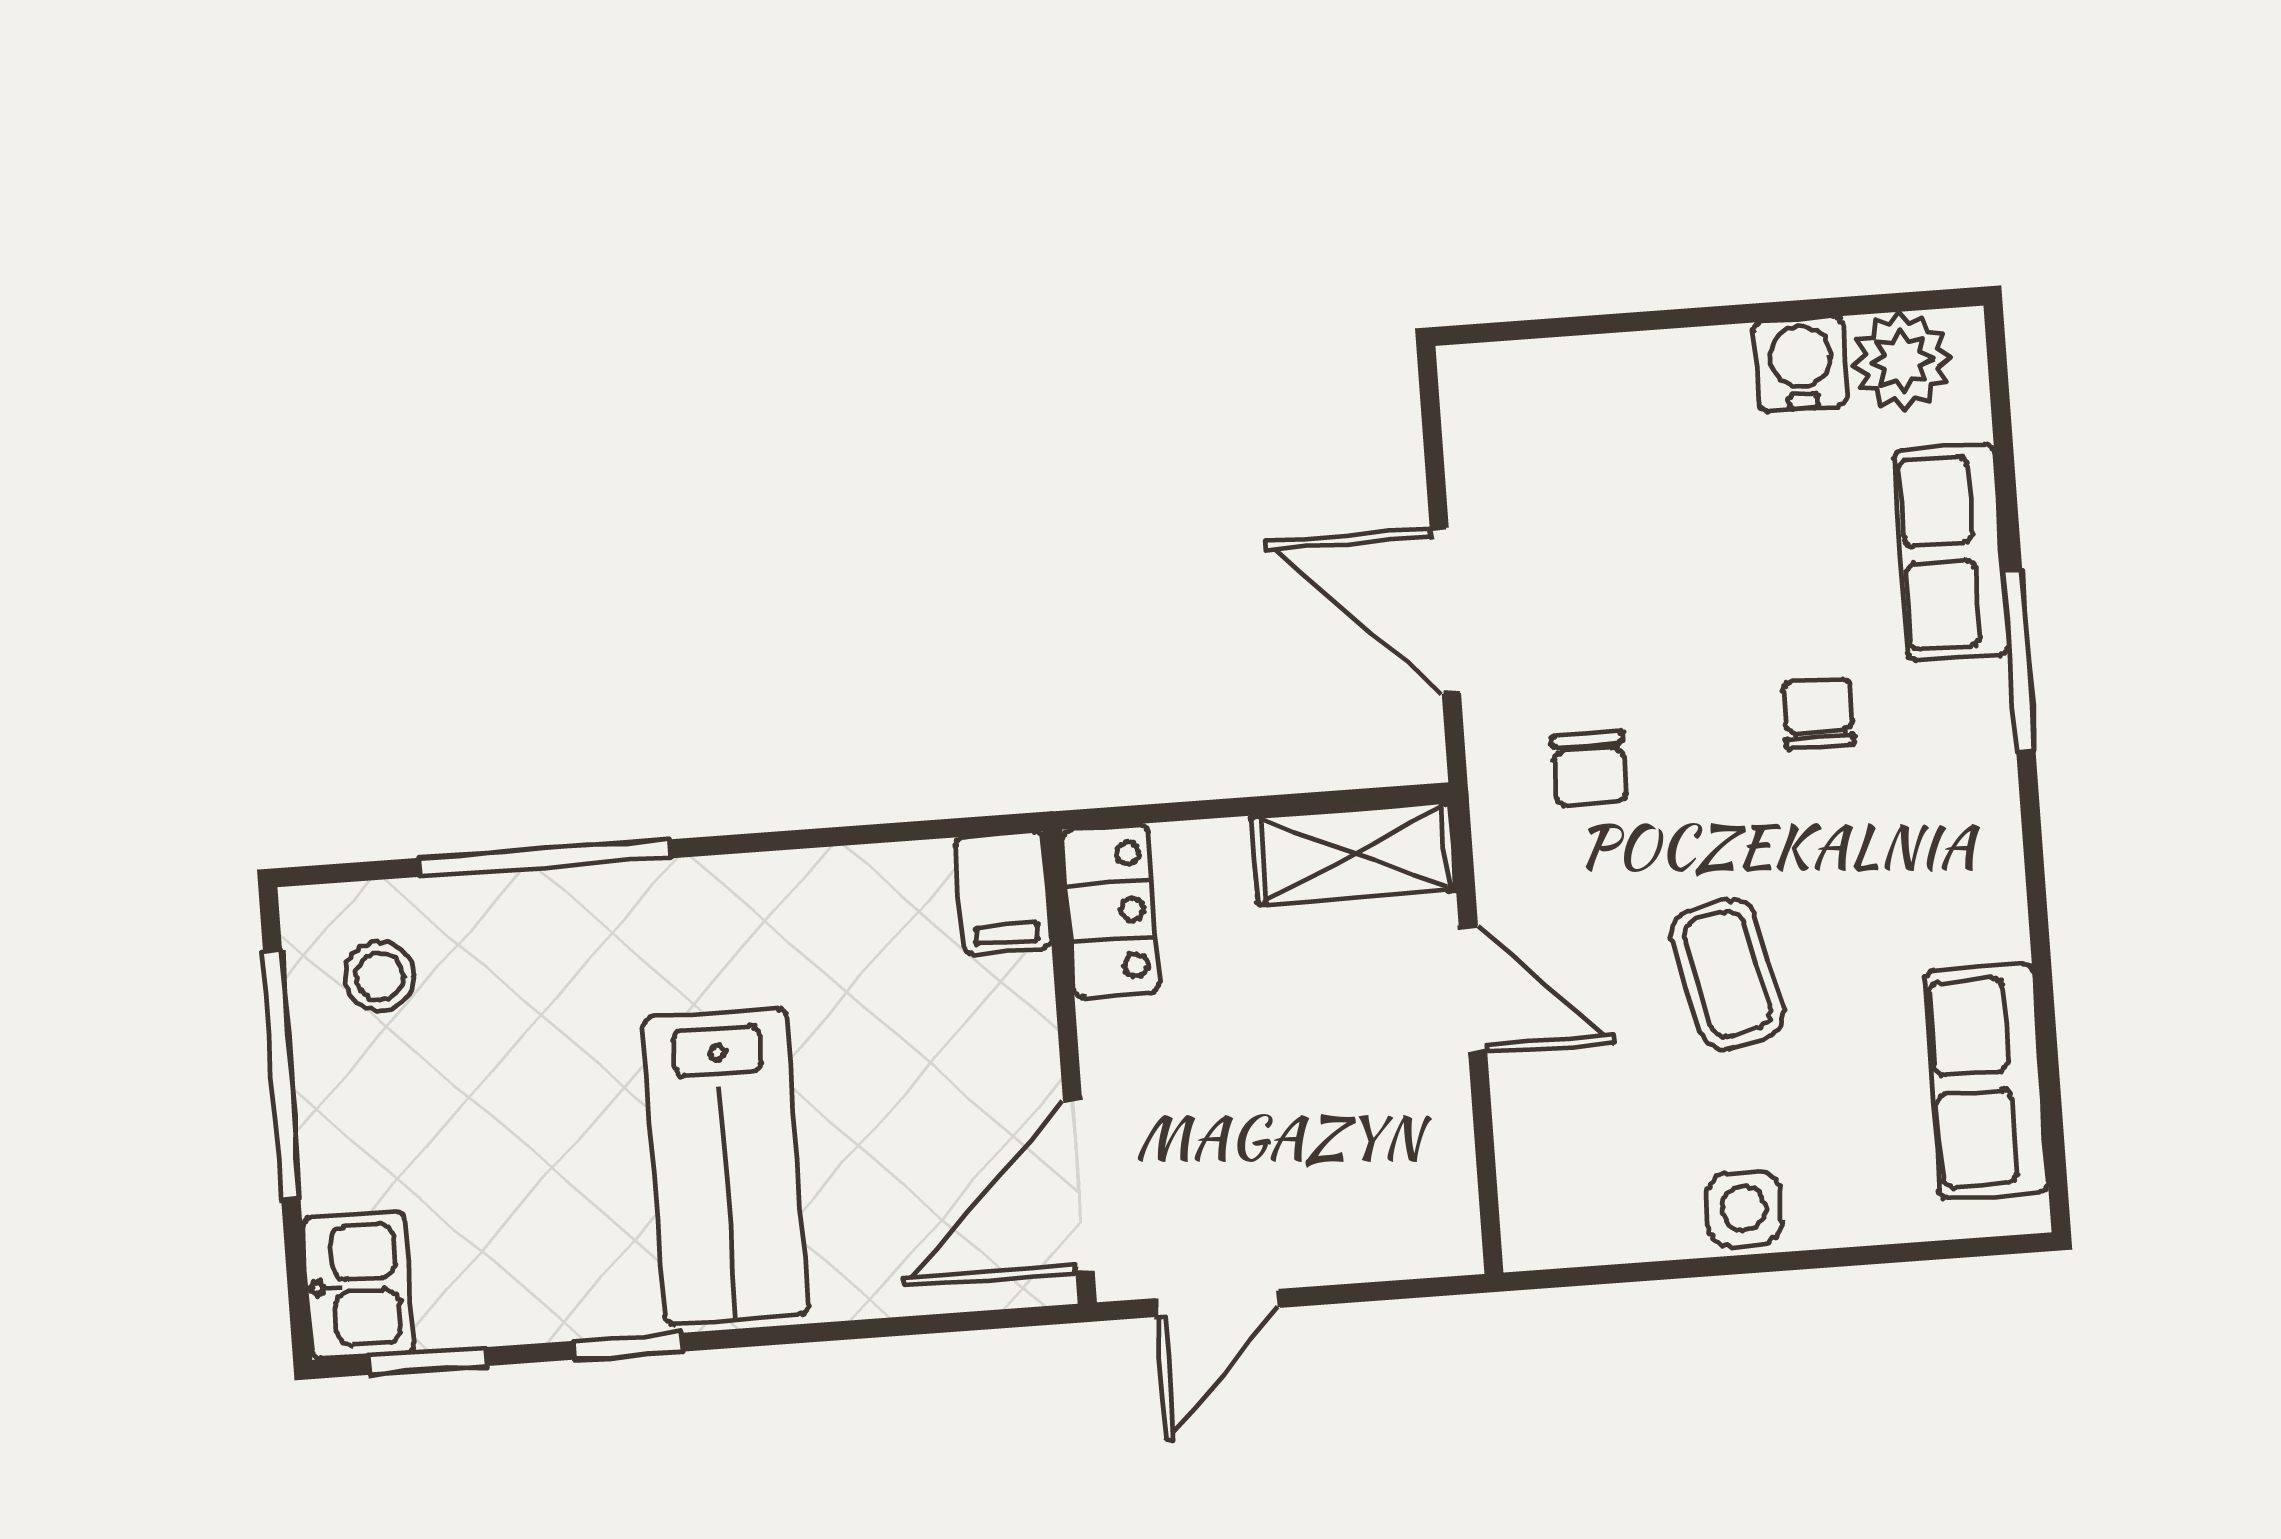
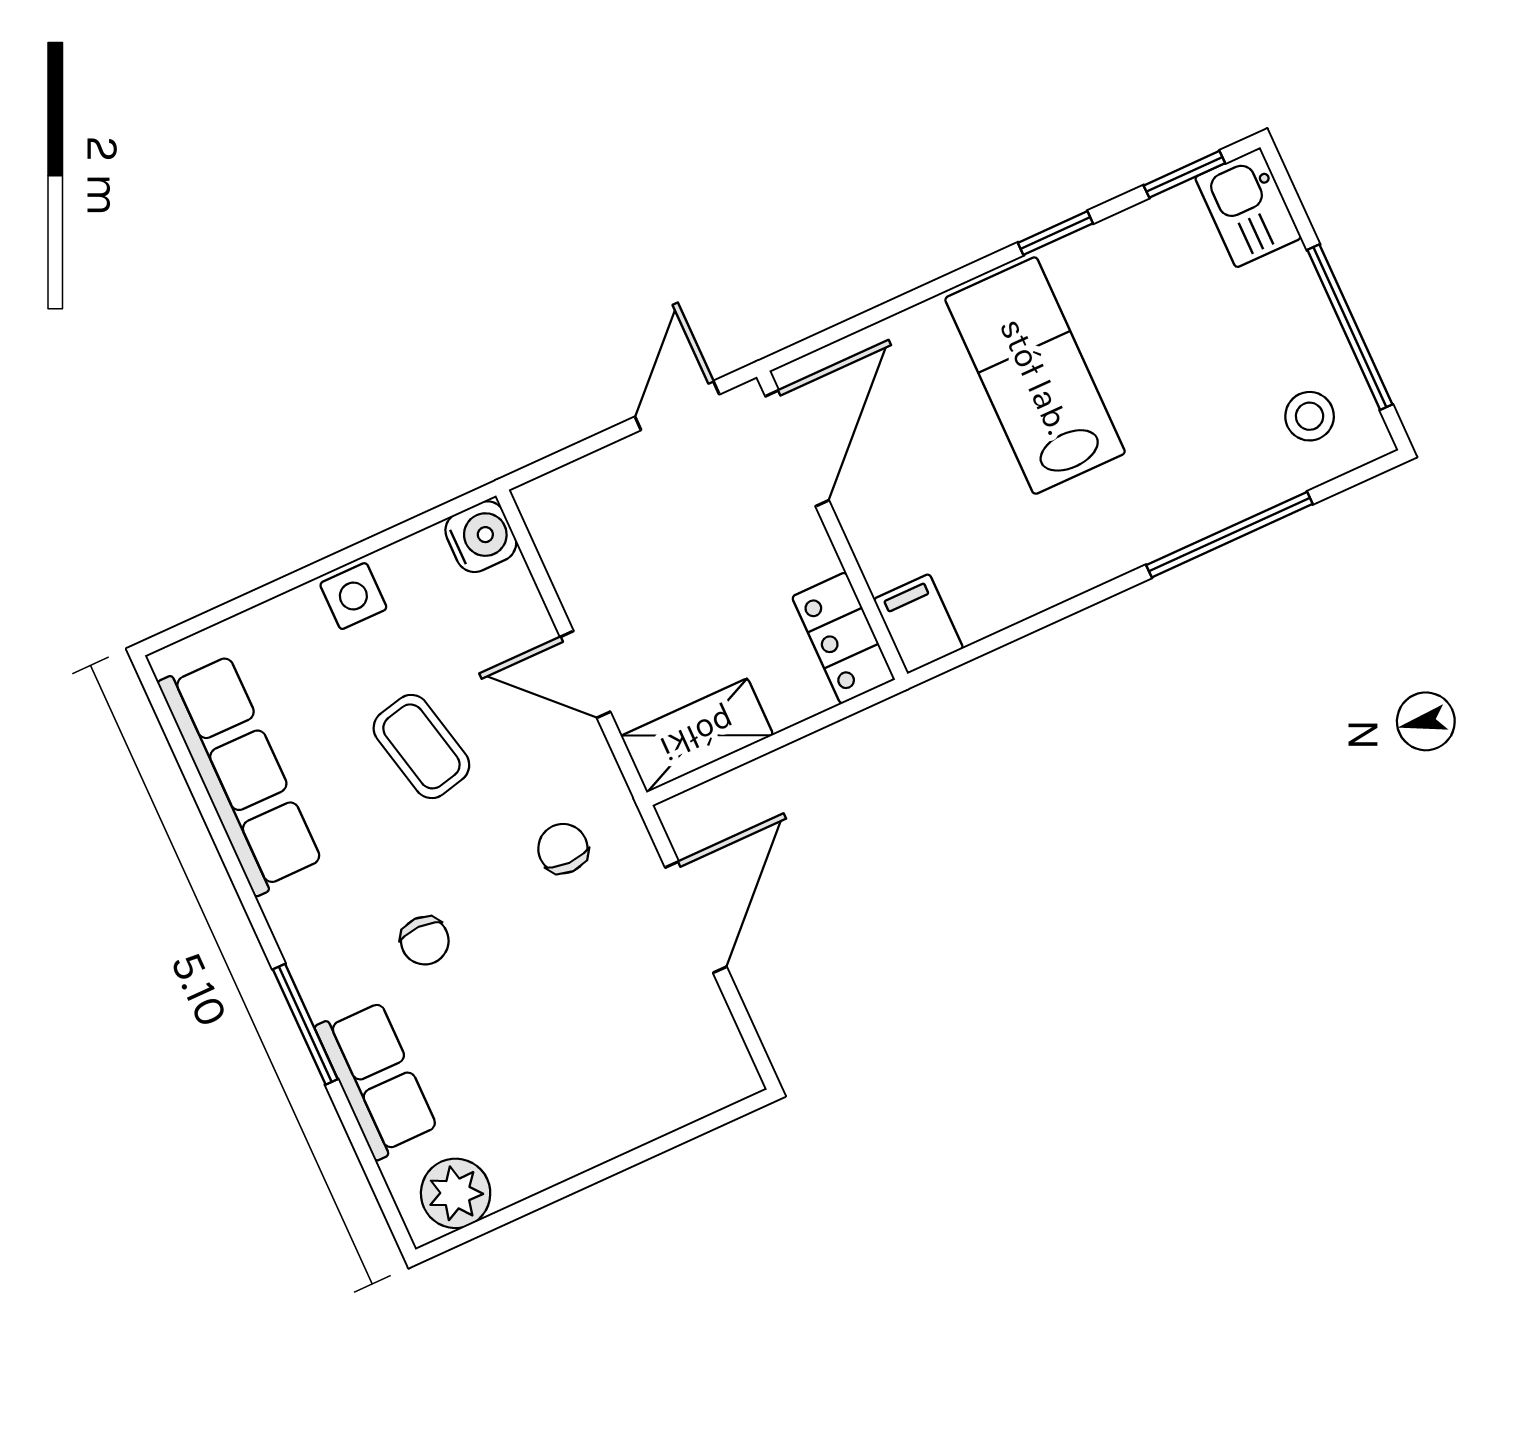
water cooler: (1801, 364) -> (481, 537), moved, turned -90
door: (1445, 611) -> (696, 917), hinge flipped
row of seats: (1986, 1081) -> (241, 774), width x1.48

